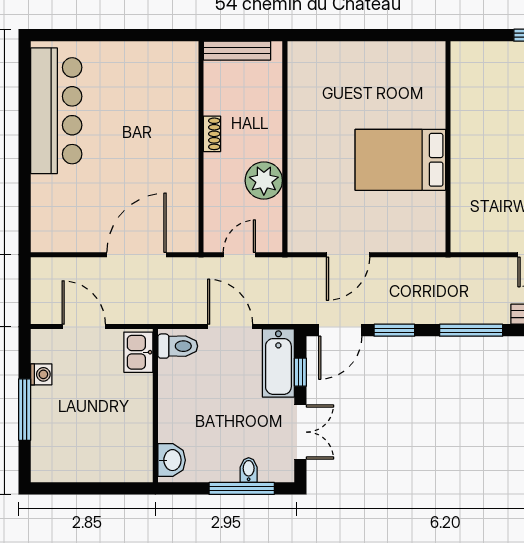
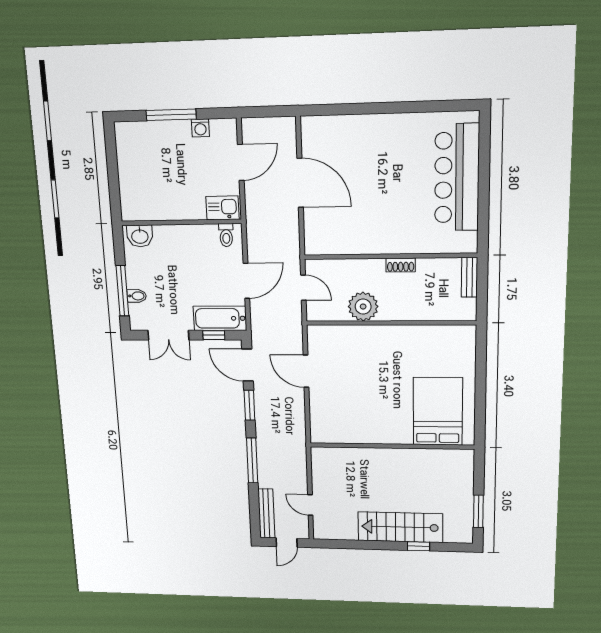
bench: (237, 51) -> (469, 277), width x0.73
bar counter: (56, 111) -> (457, 178), moved, turned 90
bed: (400, 160) -> (438, 411), moved
door: (137, 255) -> (300, 183), moved
toilet: (178, 346) -> (226, 235), width x0.73, depth x0.72

